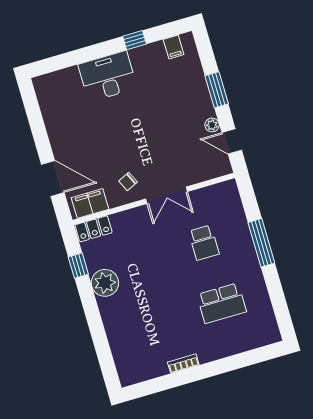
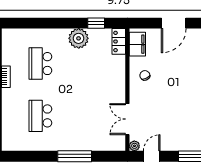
plant: (212, 125) -> (134, 146), moved
door: (53, 178) -> (174, 23), moved
double door: (166, 195) -> (127, 119), moved
school desk: (204, 243) -> (40, 64), moved, width x1.85

